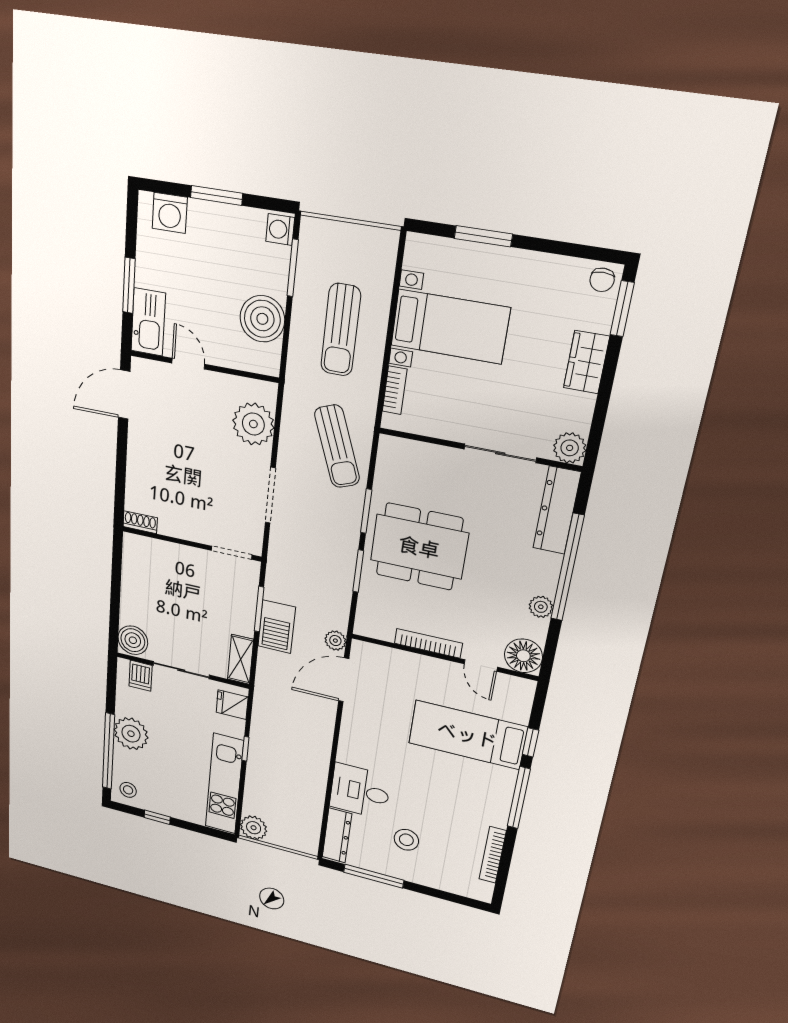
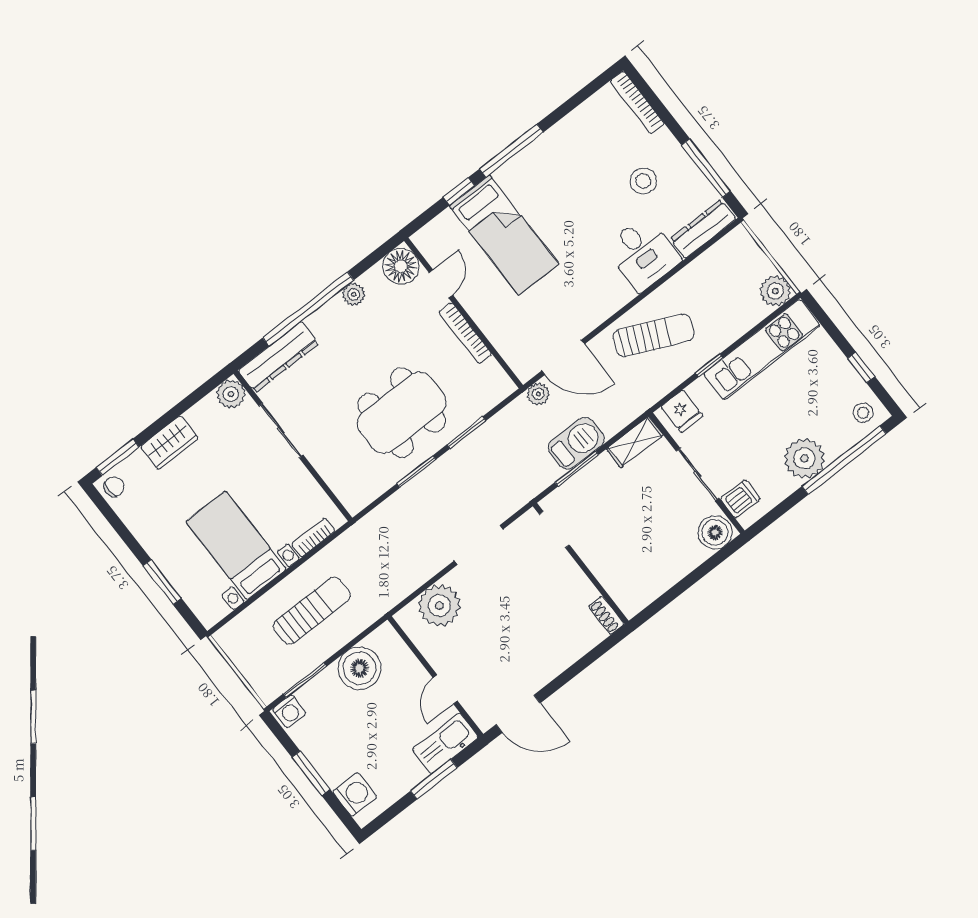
sun lounger: (337, 446) -> (654, 335), moved, turned 45
dining table: (419, 547) -> (402, 413), turned 90
bookcase: (493, 855) -> (637, 102), moved, turned 90

